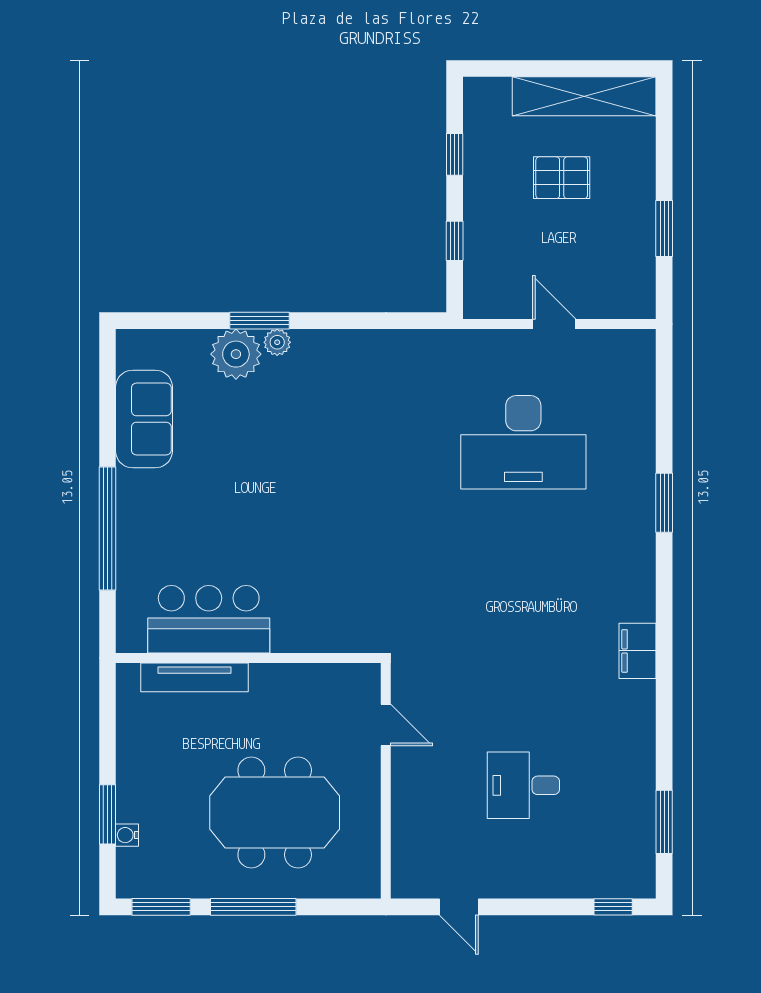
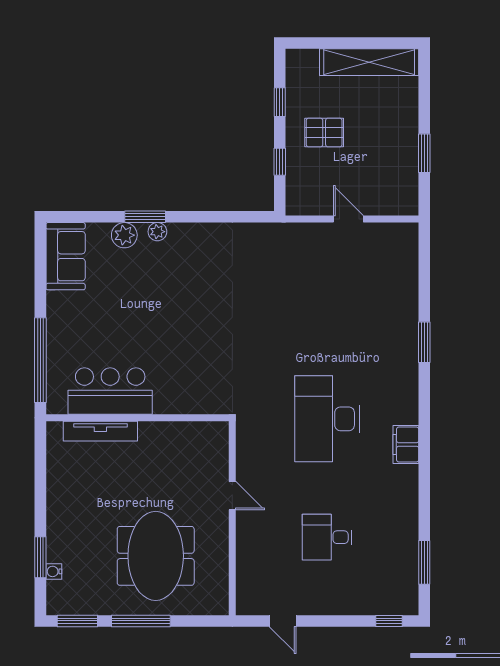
pallet: (562, 178) -> (324, 132), moved
plant: (236, 354) -> (124, 235), width x0.73, depth x0.73
sofa: (144, 419) -> (66, 256), moved
desk: (523, 442) -> (327, 419), moved, turned 90
bar counter: (209, 619) -> (110, 391), moved
wall: (248, 658) -> (137, 418), moved
tv unit: (195, 677) -> (100, 431), moved
meeting table: (275, 813) -> (156, 556), turned 90

